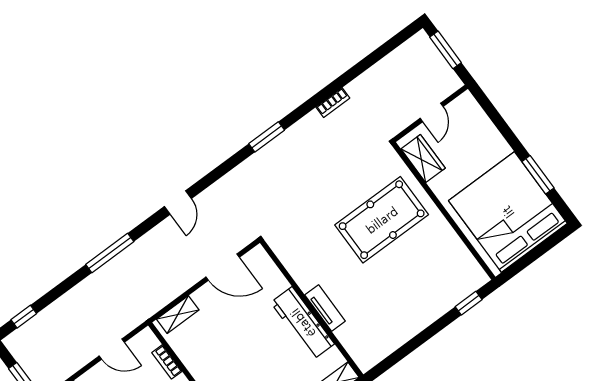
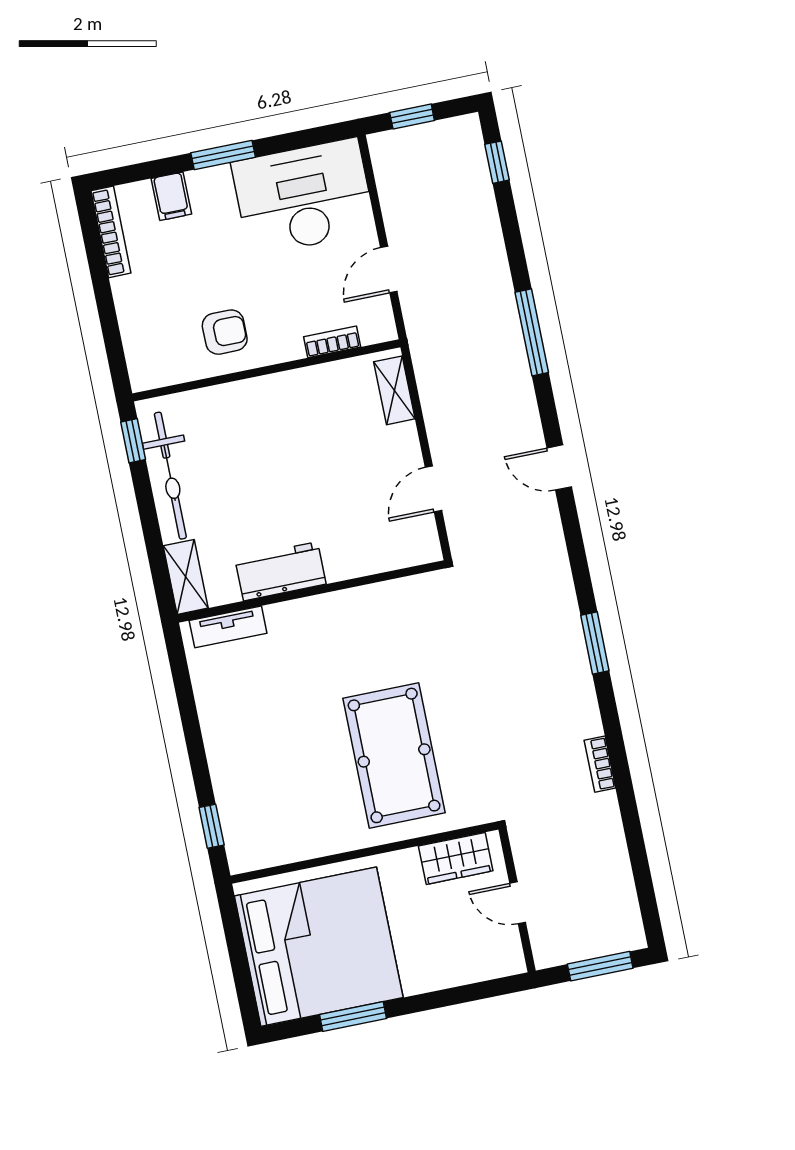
door: (223, 267) -> (433, 489), width x0.73
tv unit: (325, 308) -> (228, 627), moved
workbench: (303, 323) -> (281, 571), width x0.73

